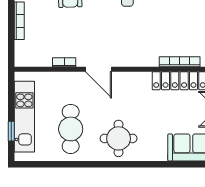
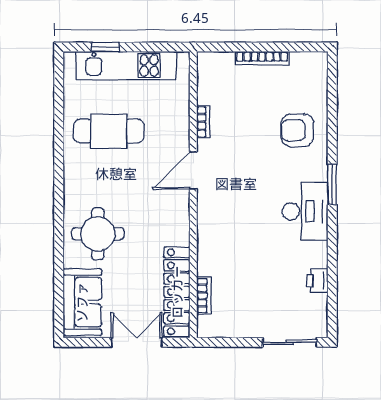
bookcase: (180, 62) -> (204, 296), width x0.64
round table: (119, 138) -> (98, 234), moved

